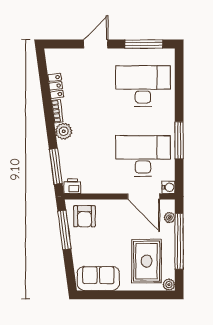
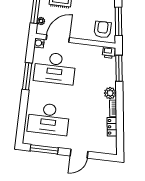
door: (144, 196) -> (58, 39), hinge flipped

